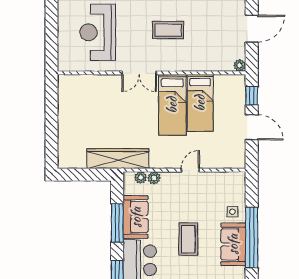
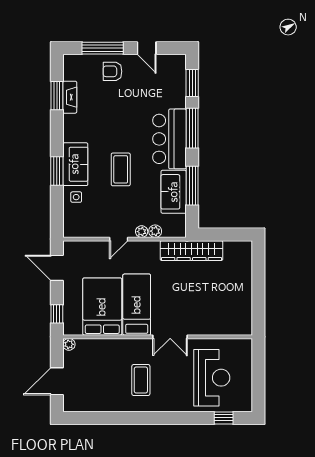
coffee table: (168, 30) -> (141, 380), turned 90
double door: (139, 73) -> (170, 337), swing flipped
bed: (200, 103) -> (102, 307), width x1.50
door: (252, 127) -> (57, 268), moved
plant: (141, 177) -> (142, 232), moved
window: (252, 238) -> (57, 171), width x0.47

